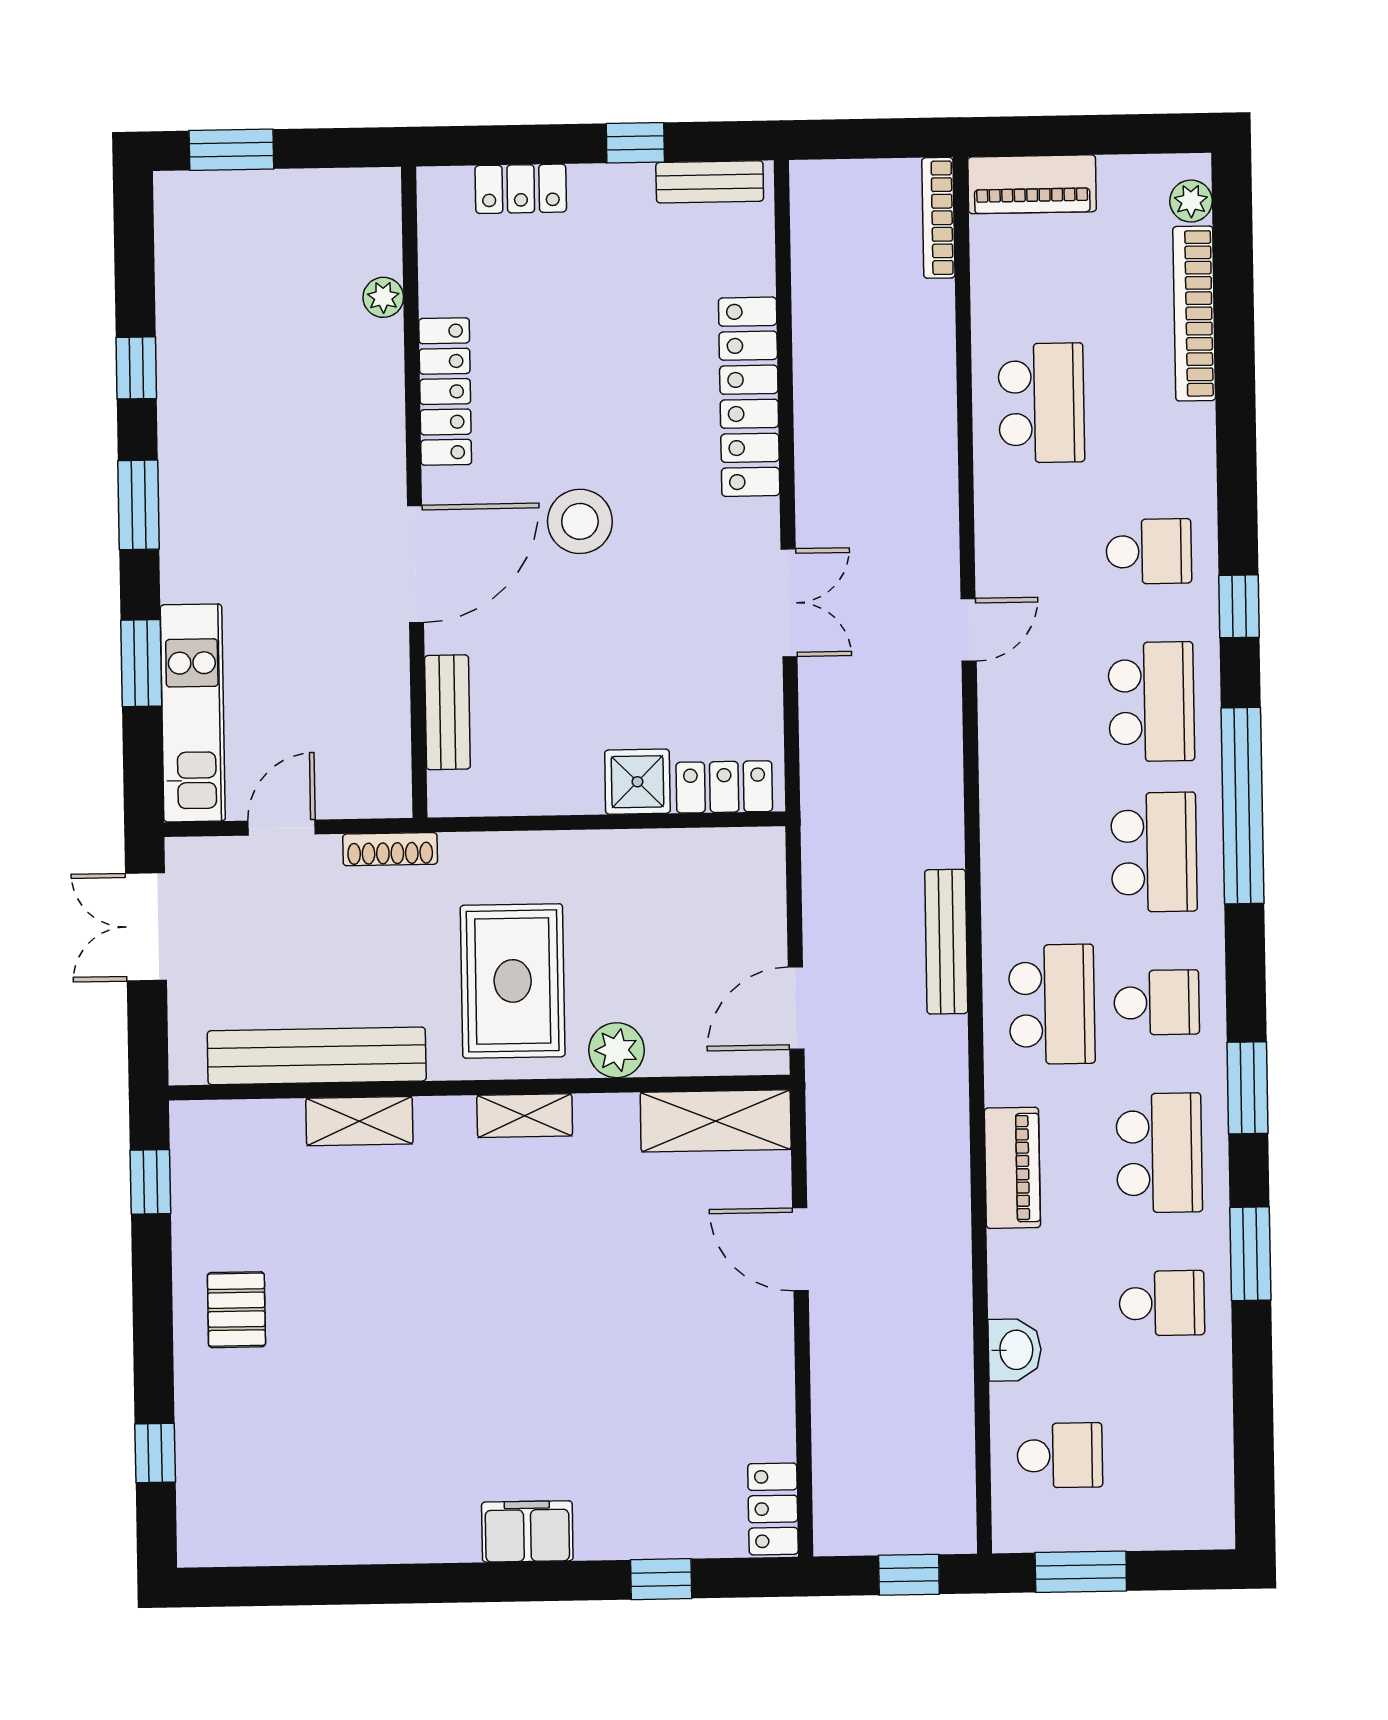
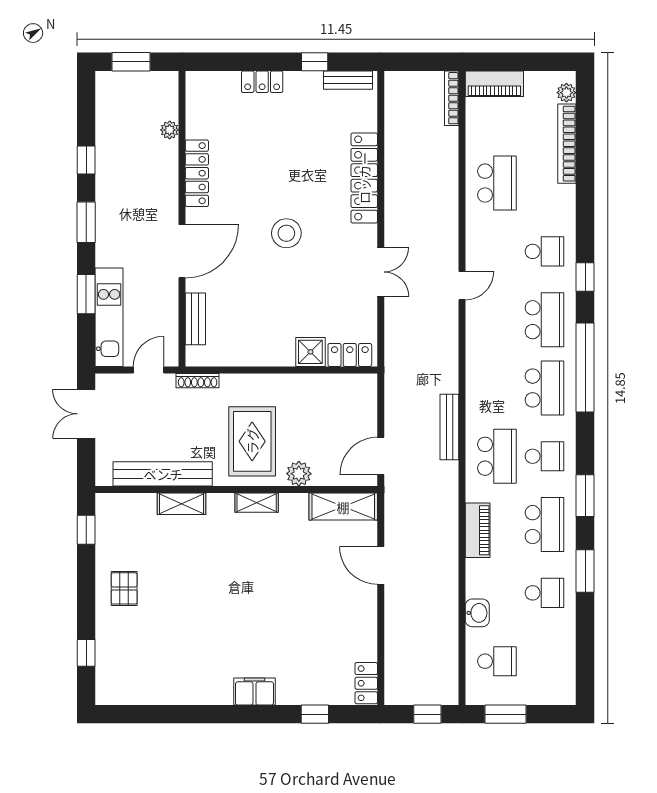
plant: (383, 297) -> (170, 130), moved
locker: (445, 392) -> (197, 173), moved
wall: (414, 492) -> (182, 219), moved
door: (416, 564) -> (182, 251), moved
bench: (447, 712) -> (195, 319), moved

